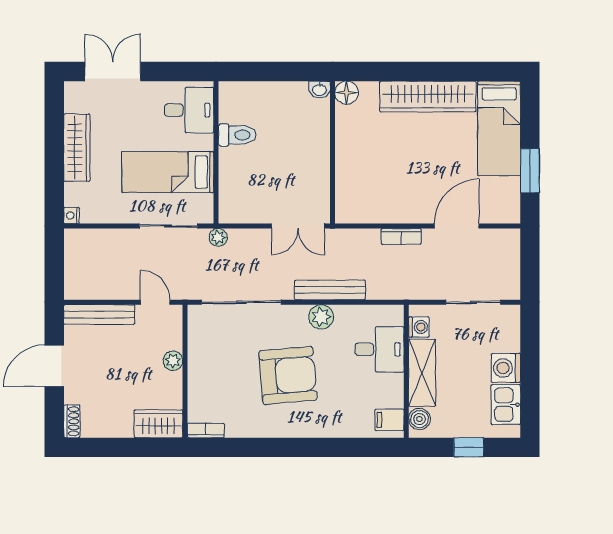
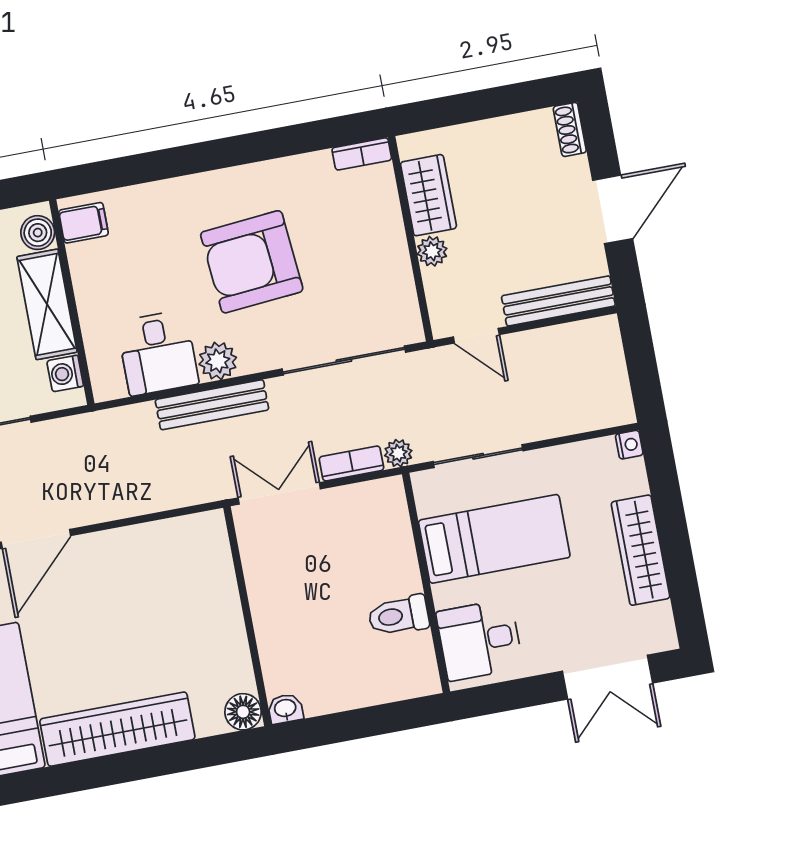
bookcase: (401, 236) -> (351, 463), moved
desk: (379, 349) -> (158, 353), moved, turned -90
wardrobe: (159, 424) -> (428, 195), moved, turned -90

